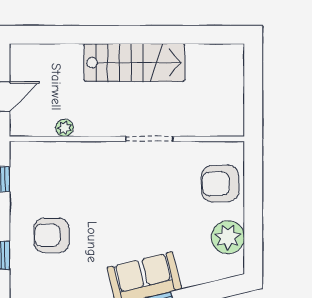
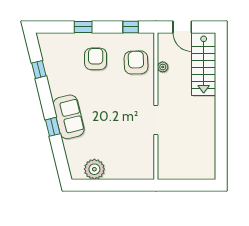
stairs: (134, 63) -> (204, 64), moved
armchair: (220, 184) -> (136, 62), moved

